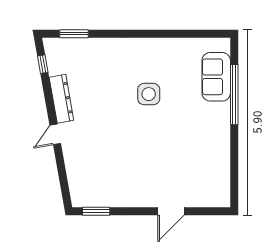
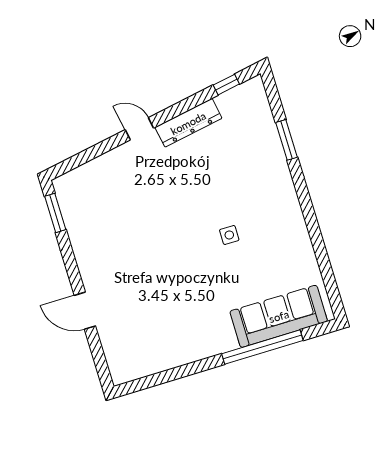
window: (74, 34) -> (287, 140), moved
sofa: (216, 77) -> (279, 316), width x1.36
side table: (149, 94) -> (229, 235), width x0.54, depth x0.54

